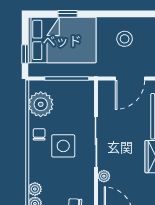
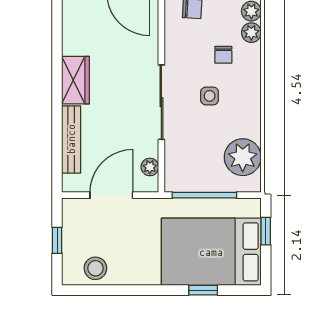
stool: (125, 39) -> (95, 268), moved
chair: (39, 134) -> (223, 55), moved
side table: (63, 146) -> (210, 96), width x0.54, depth x0.54
plant: (104, 176) -> (150, 167), moved

